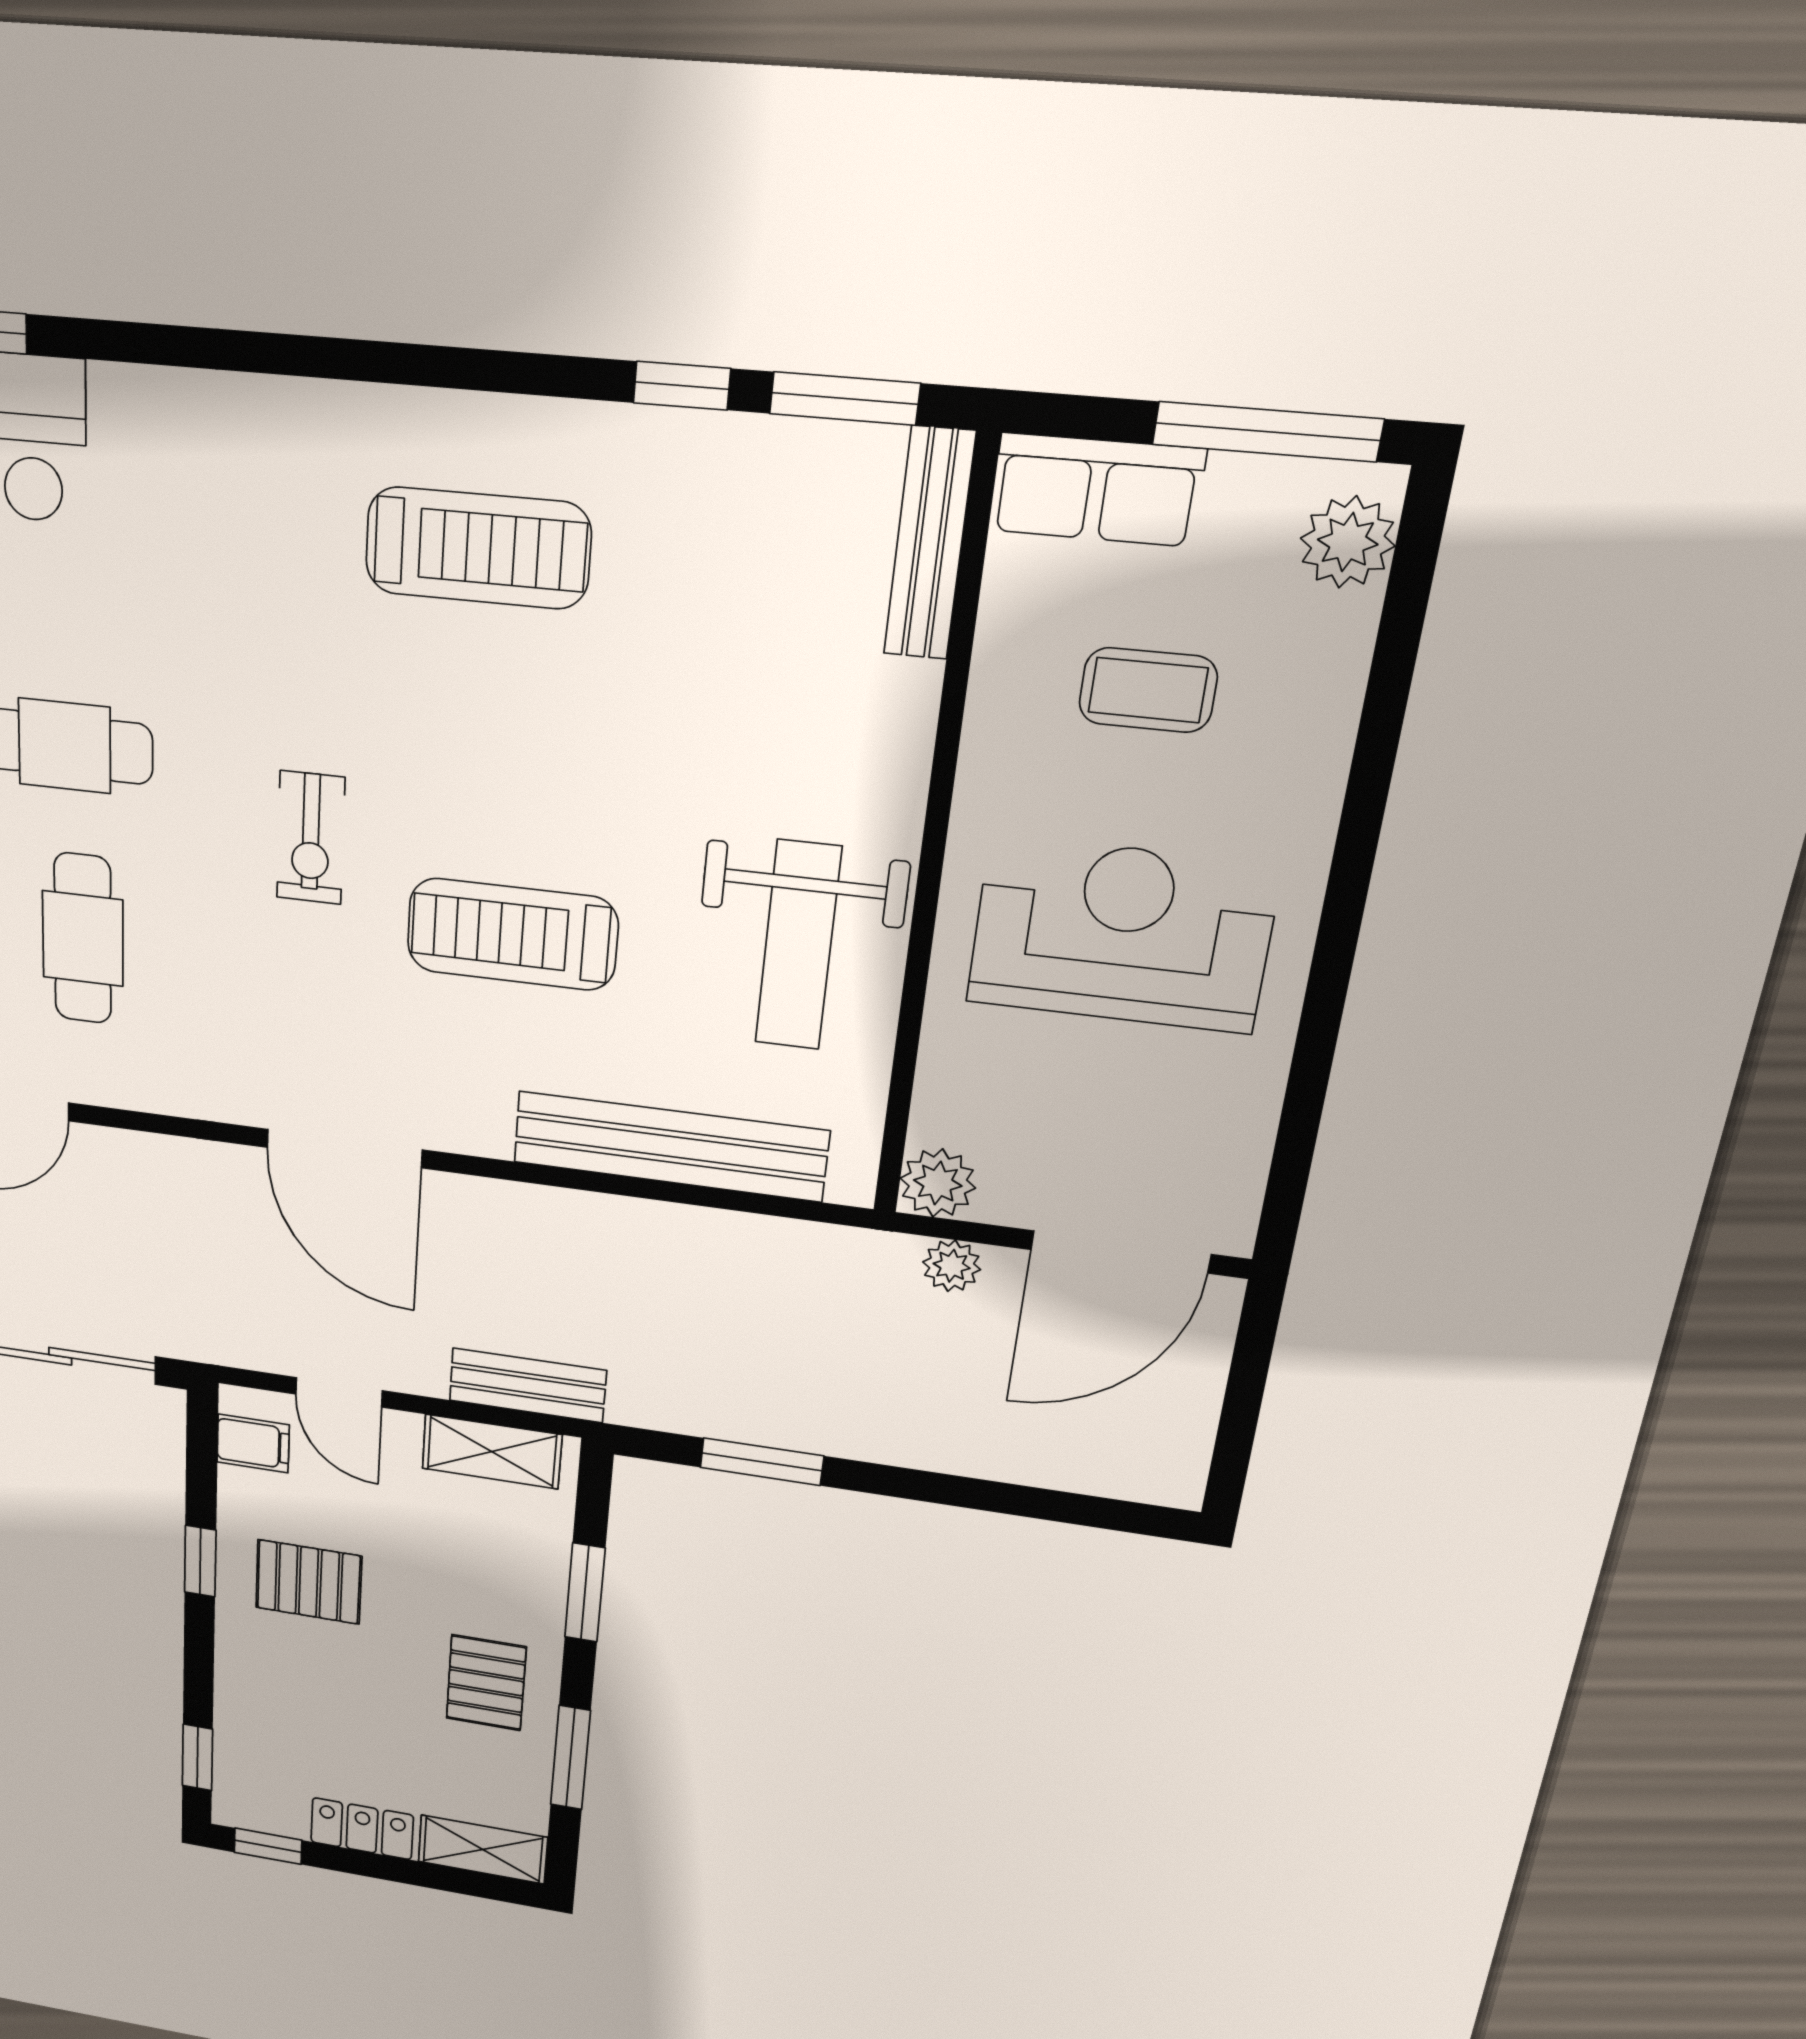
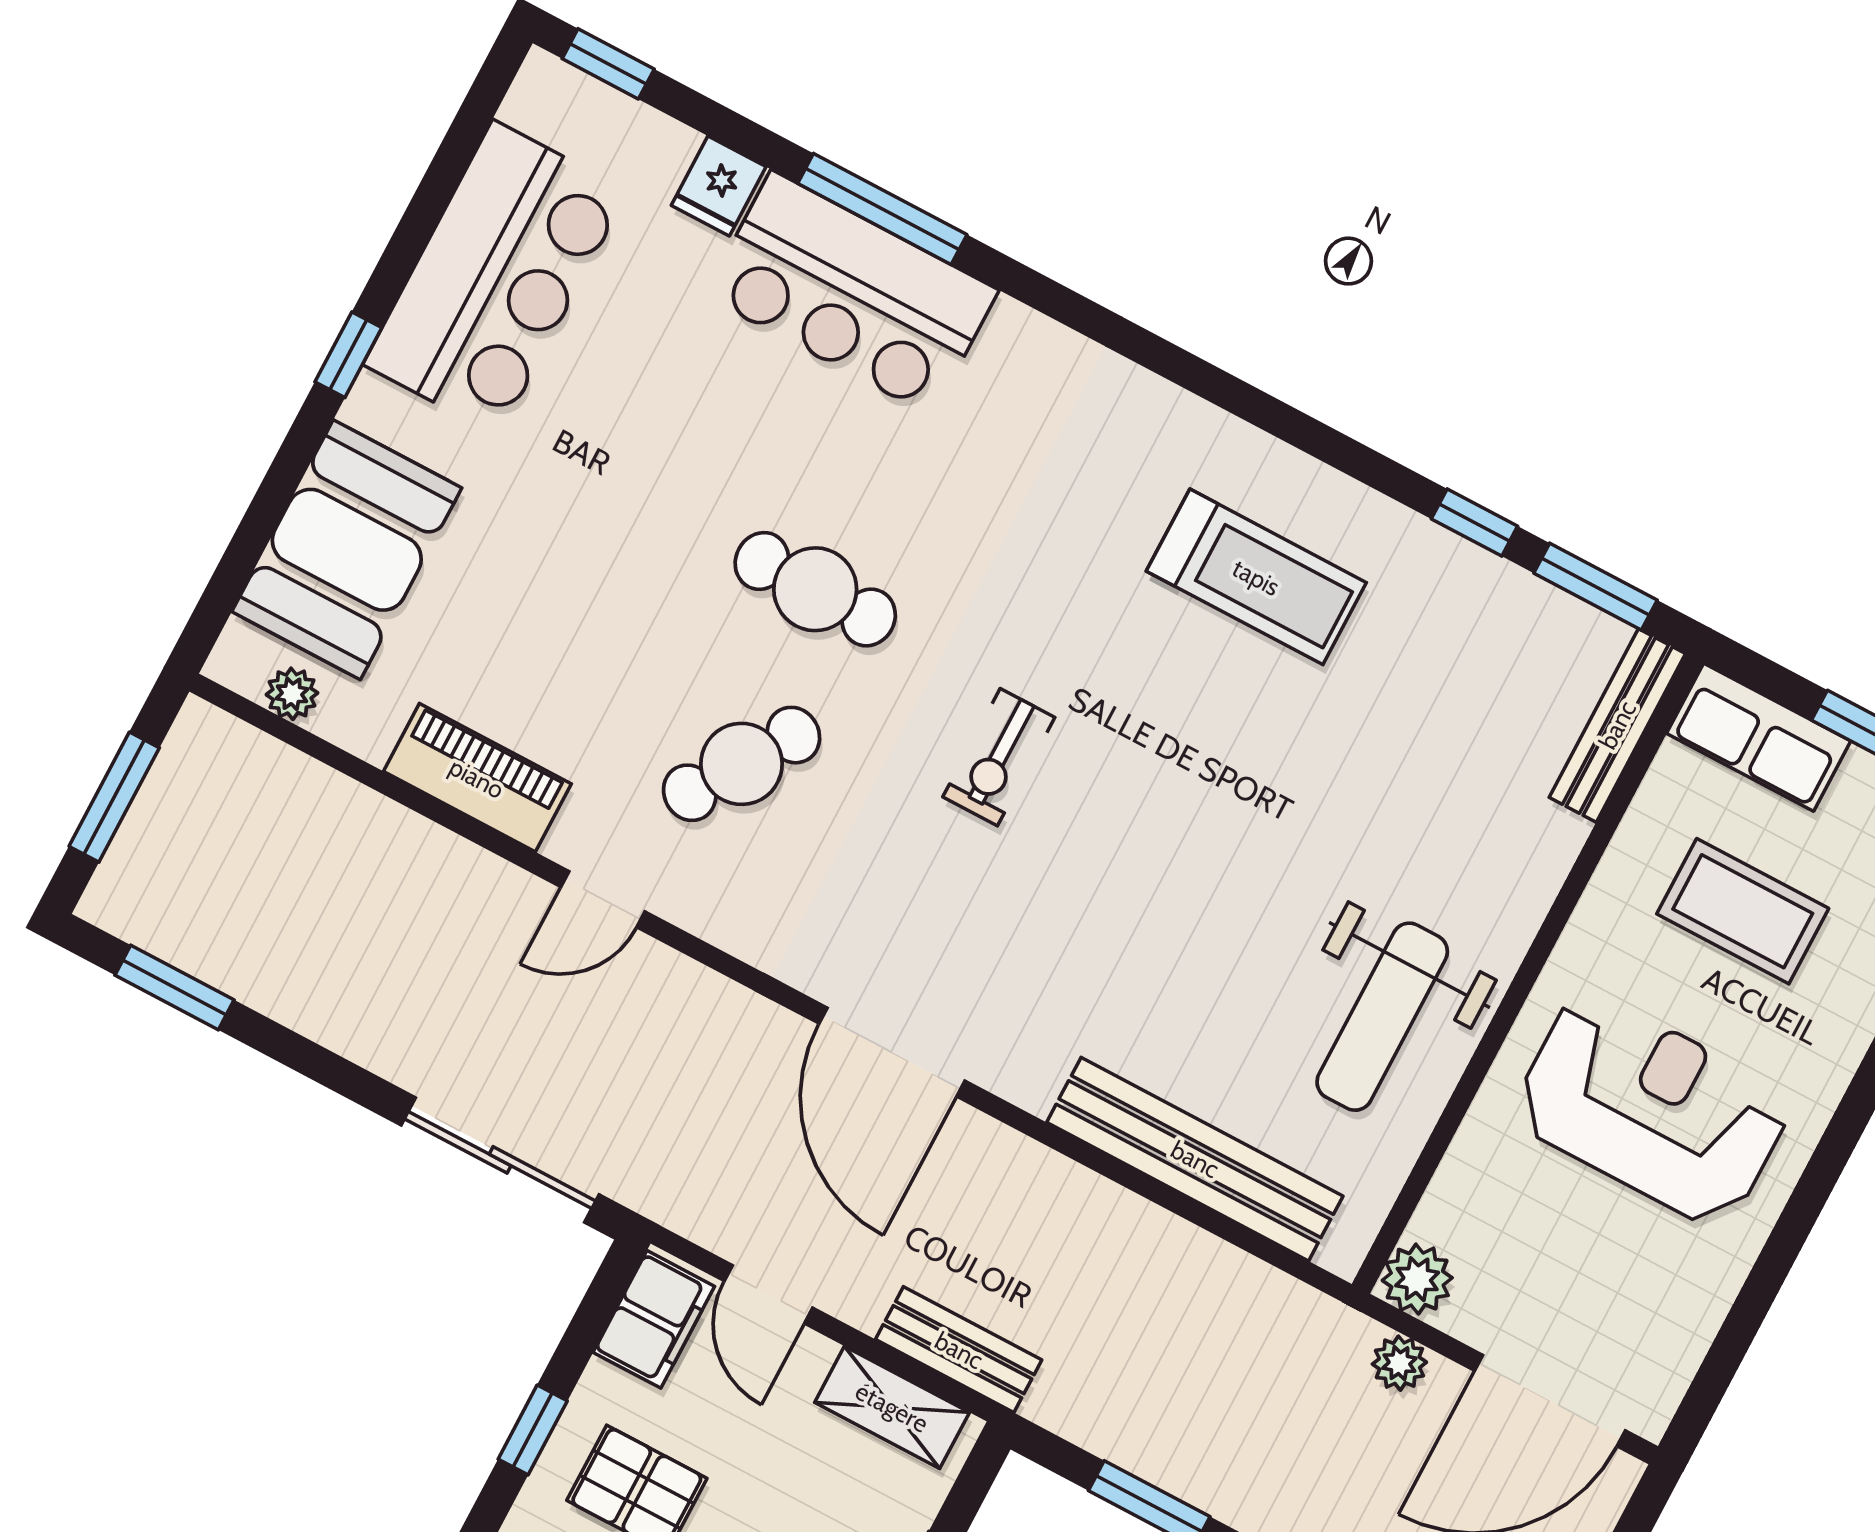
coffee table: (1148, 690) -> (1743, 911), width x1.36, depth x1.30
treadmill: (512, 934) -> (1139, 912), removed
cafe table: (83, 939) -> (742, 764), turned 33
filing cabinet: (253, 1444) -> (654, 1319), width x2.00

